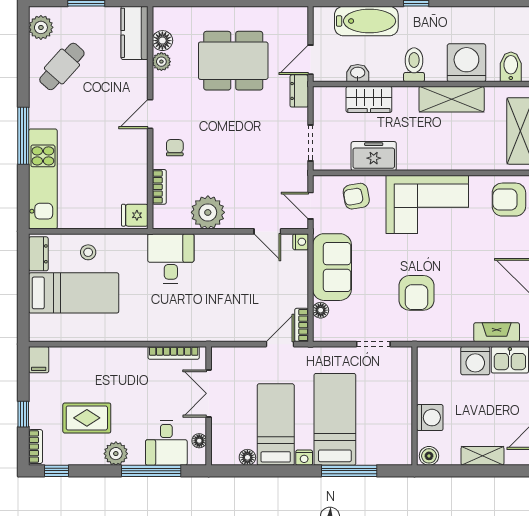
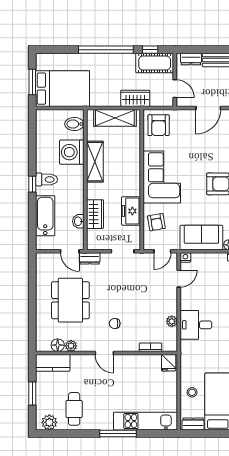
toilet: (414, 65) -> (47, 179), moved, turned 180
cafe table: (62, 66) -> (74, 409), turned 48
chair: (175, 148) -> (115, 323), moved
plant: (208, 212) -> (172, 321), width x0.53, depth x0.53
desk: (171, 258) -> (196, 325), moved

